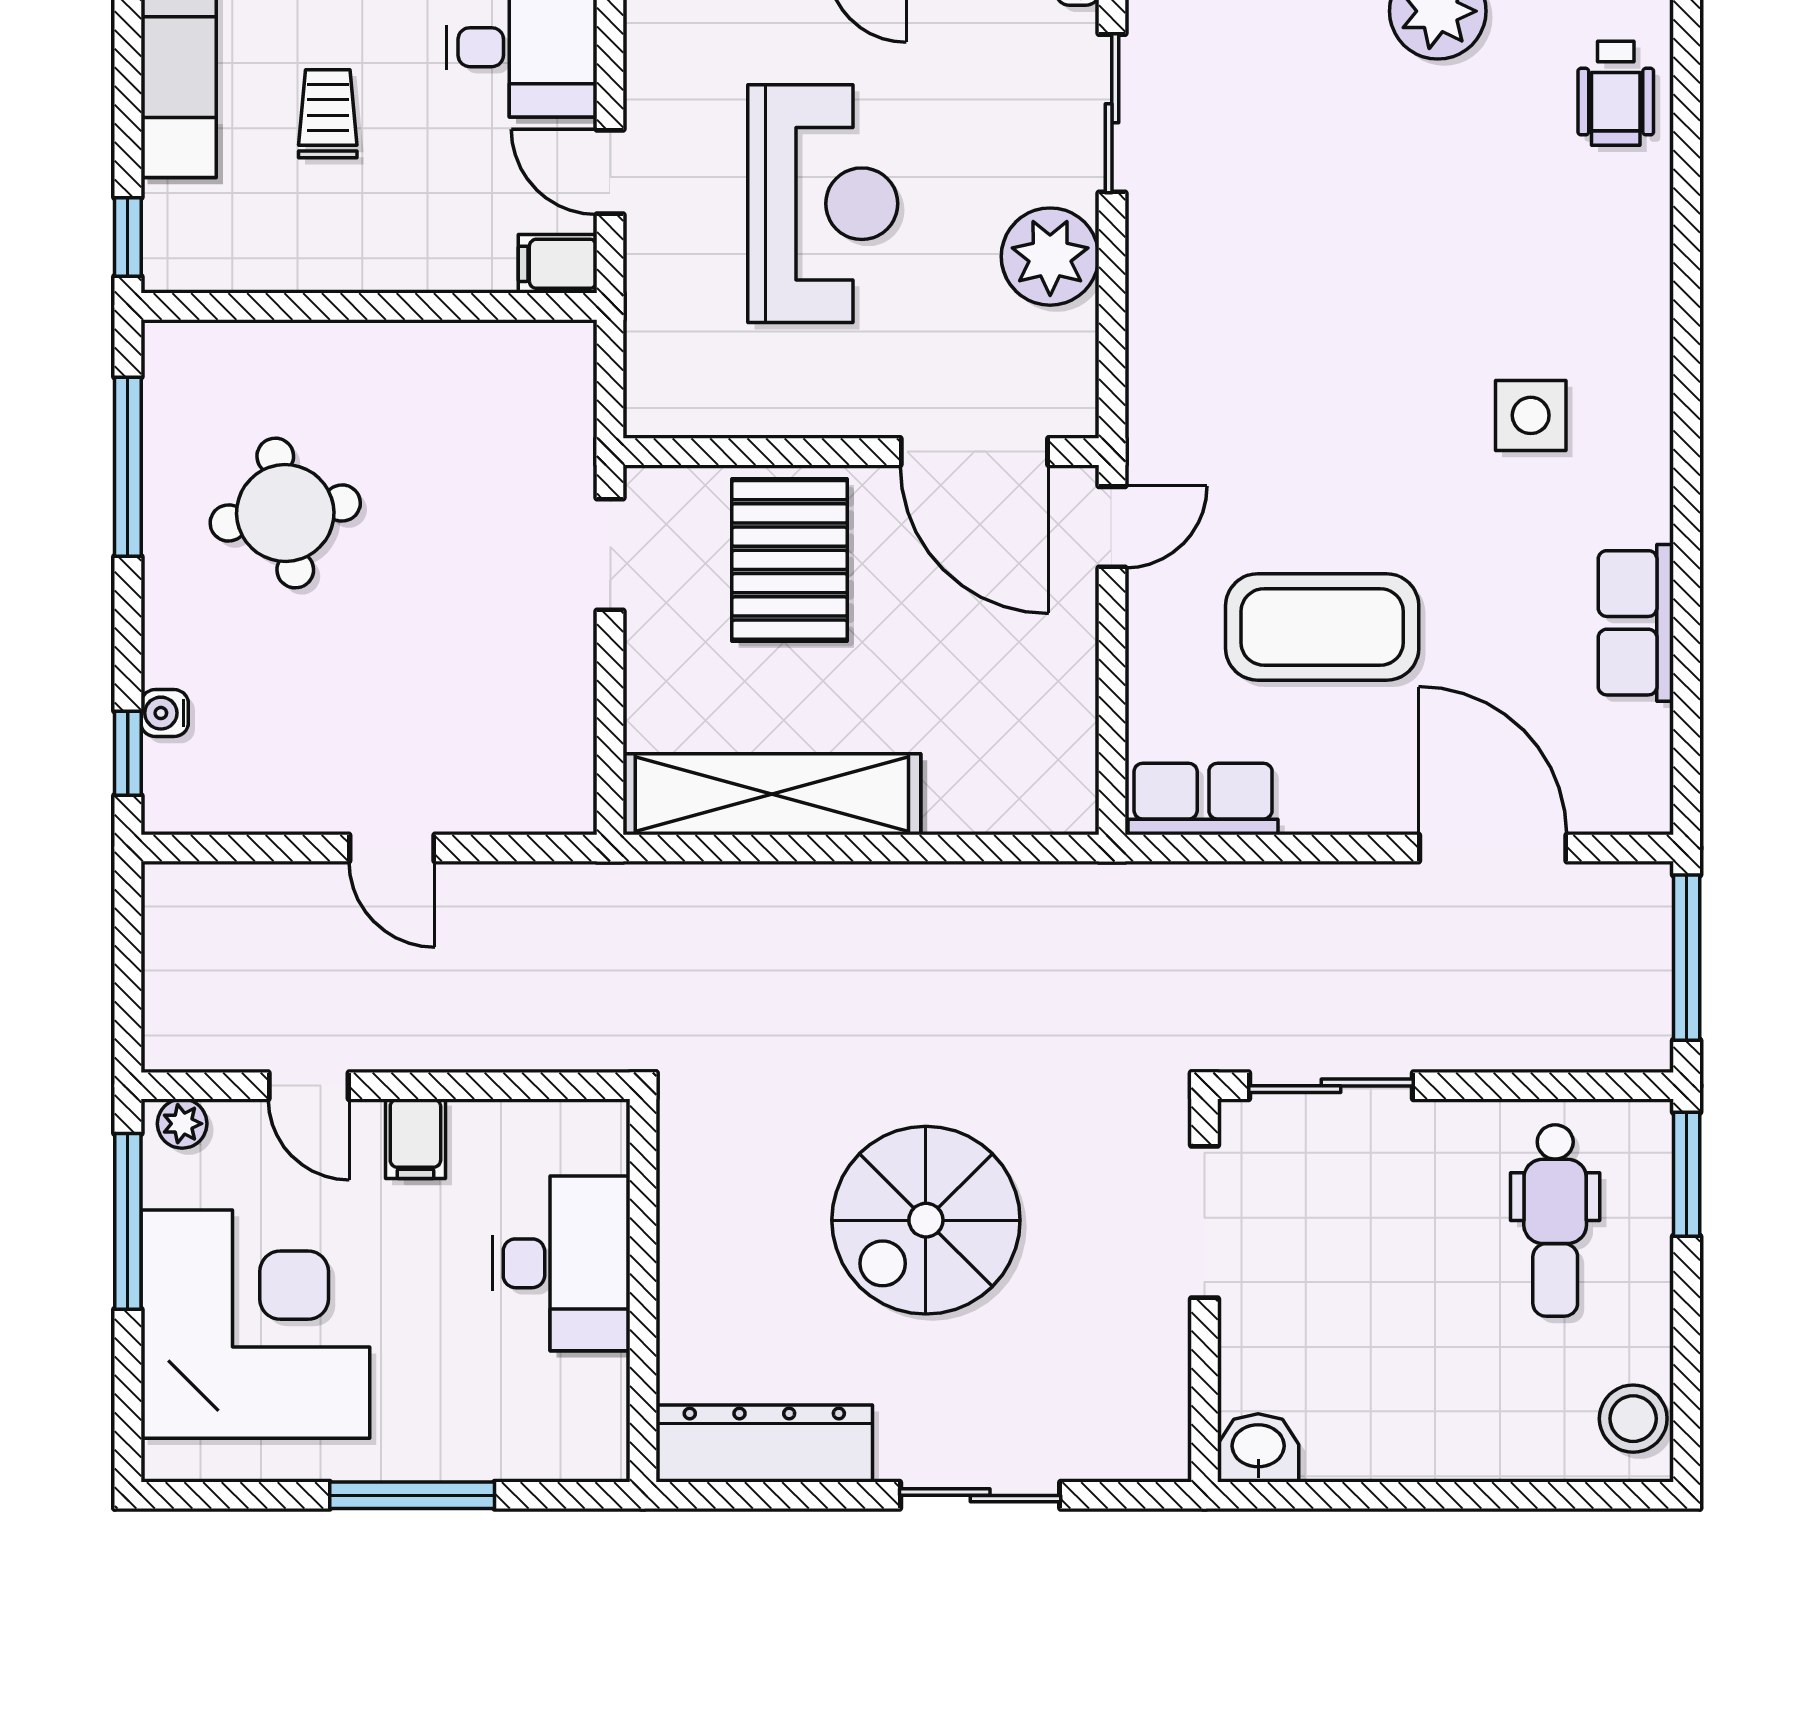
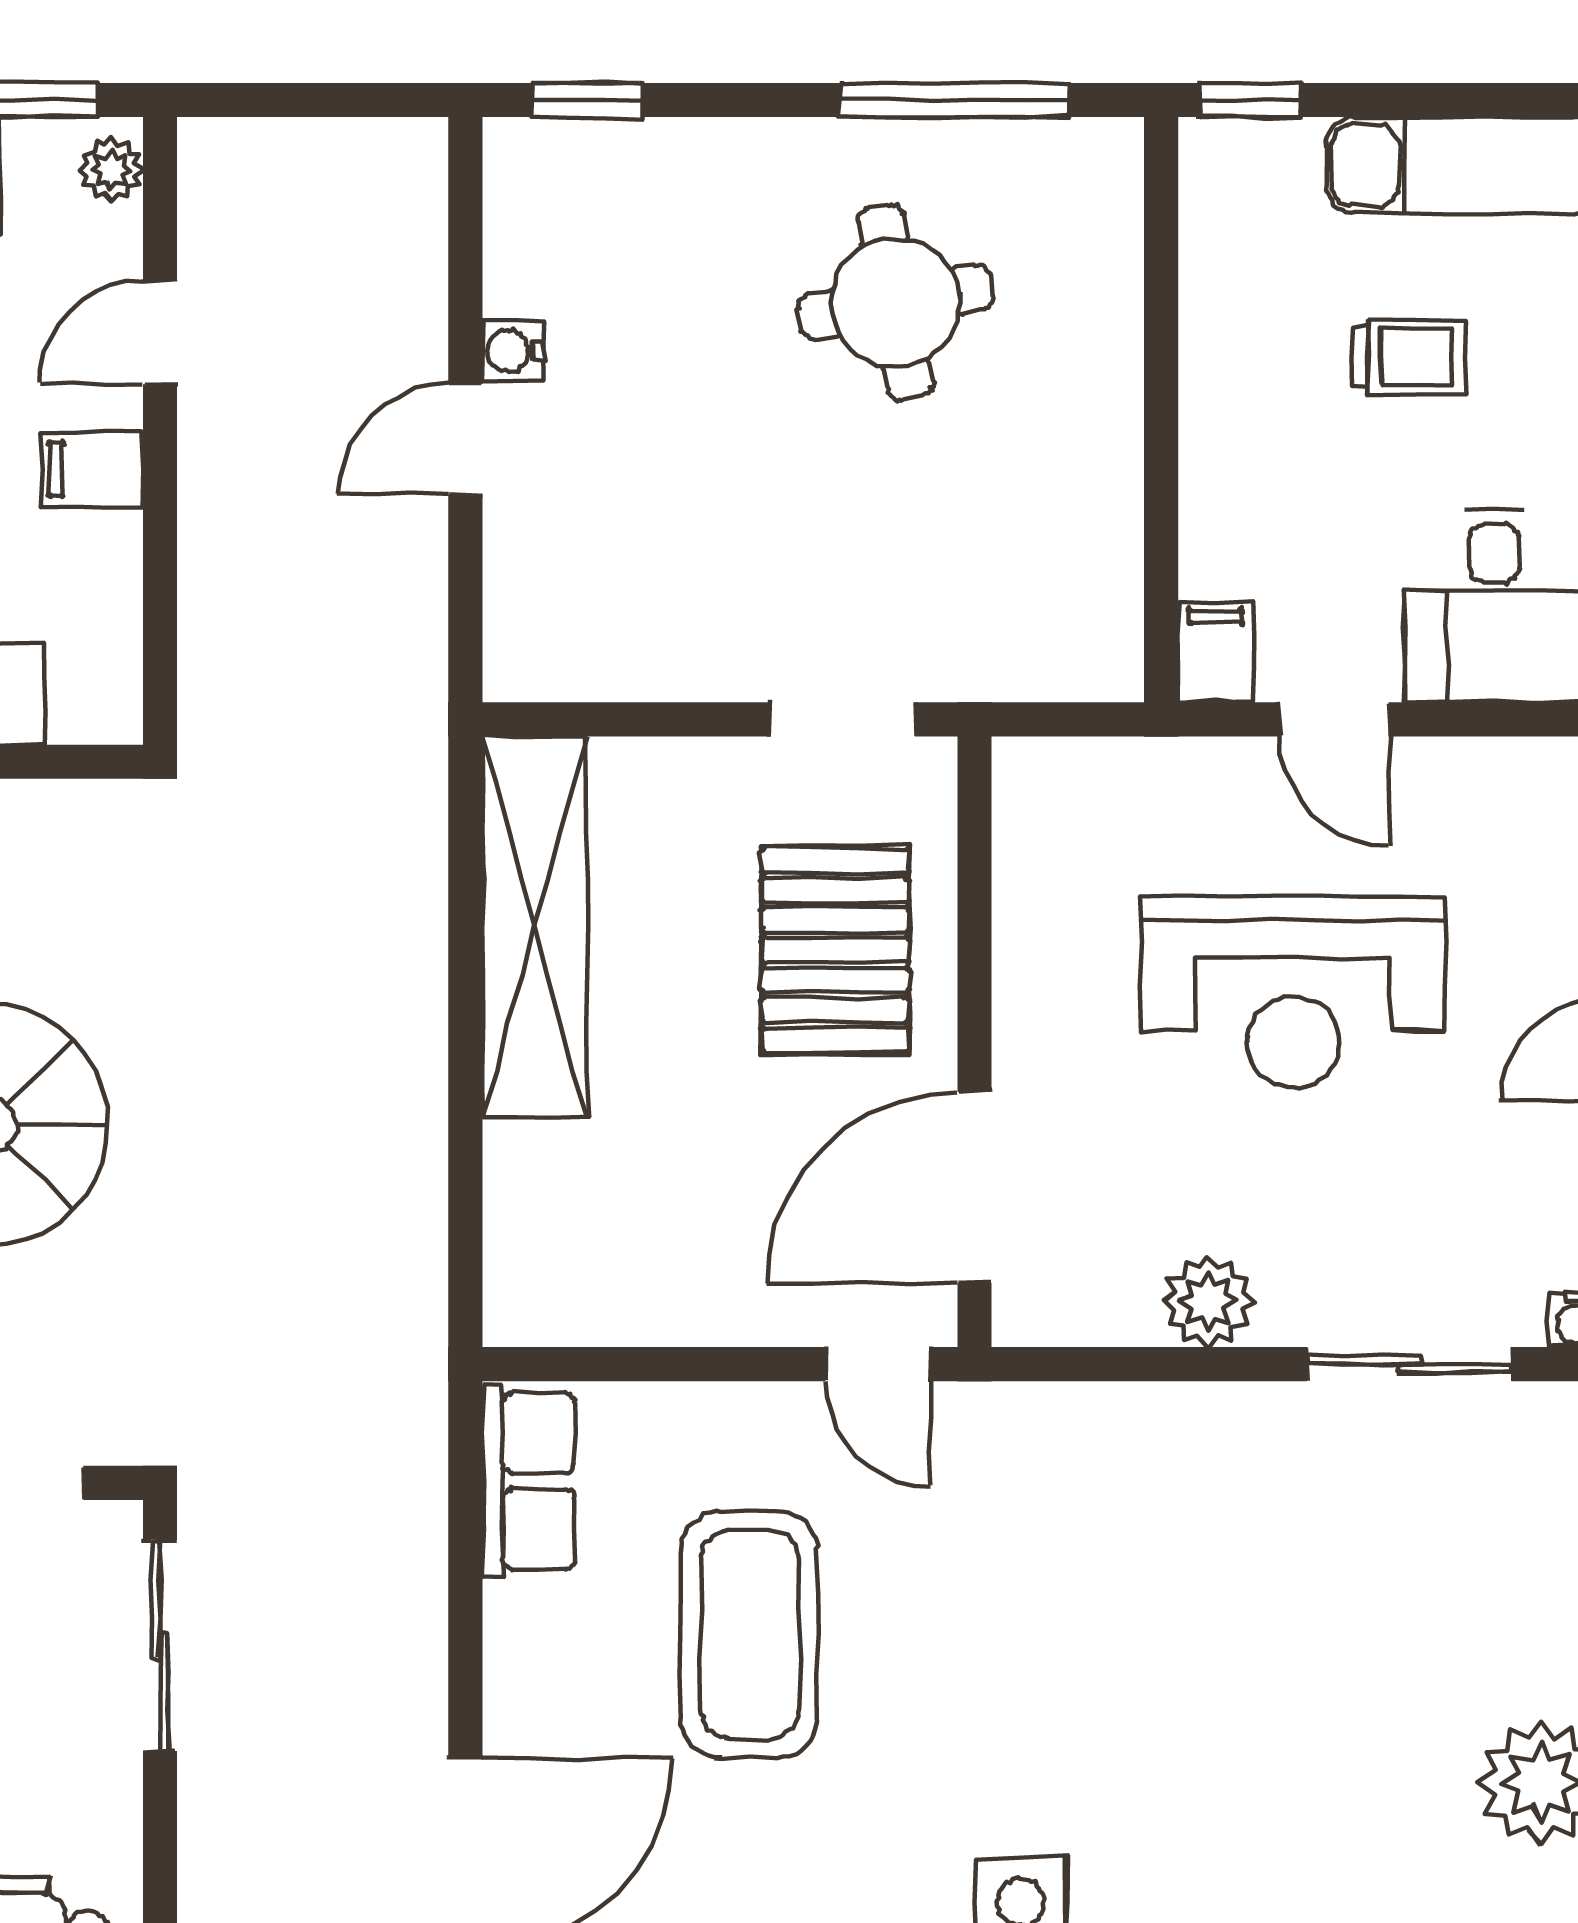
door: (610, 172) -> (1334, 719), swing flipped
plant: (1050, 257) -> (1208, 1301), width x0.73, depth x0.73
pallet: (790, 560) -> (835, 950), turned 90
water cooler: (165, 713) -> (513, 351), moved, turned -90

